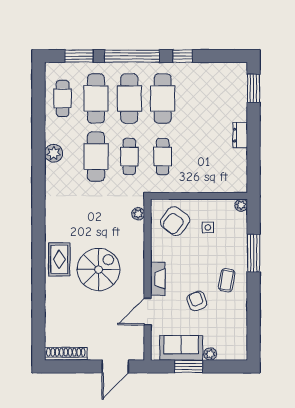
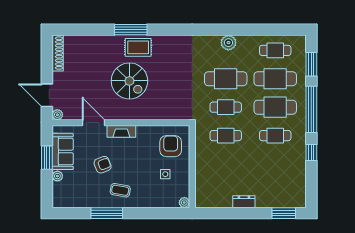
cafe table: (163, 98) -> (275, 136), width x0.73, depth x0.74
plant: (138, 214) -> (57, 115), moved
armchair: (175, 221) -> (171, 146), turned 54
window: (254, 253) -> (107, 213), moved
window: (38, 268) -> (131, 30), added

